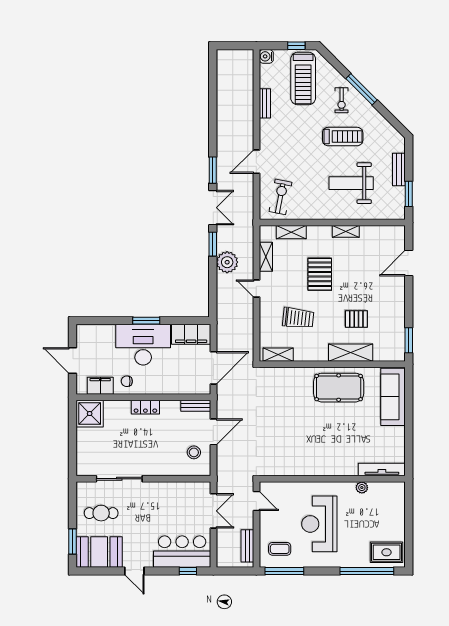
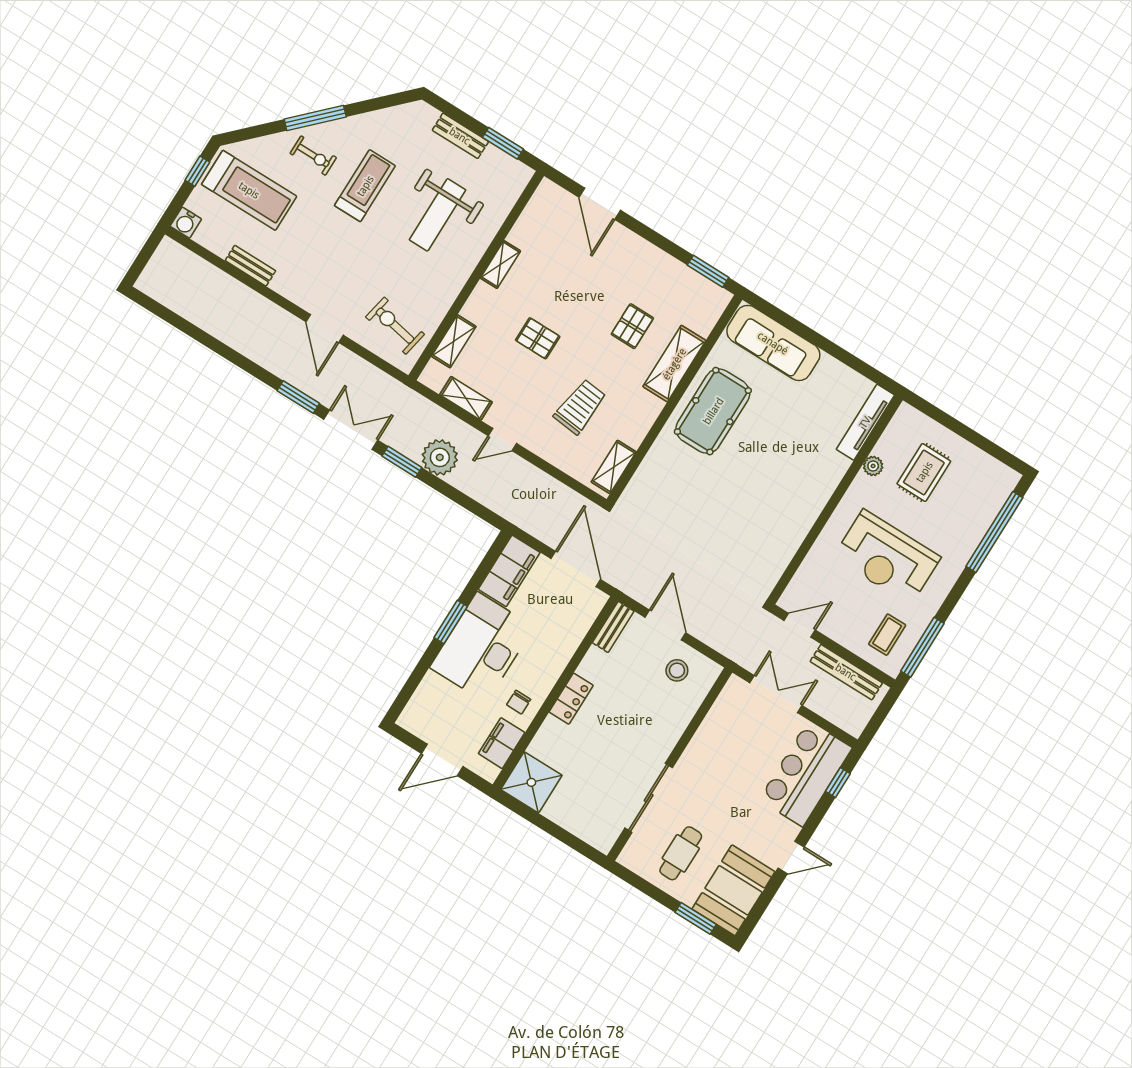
pallet: (320, 274) -> (538, 338), width x0.67, depth x0.71
bench: (247, 546) -> (846, 672), width x1.36
rug: (387, 552) -> (924, 472), moved

